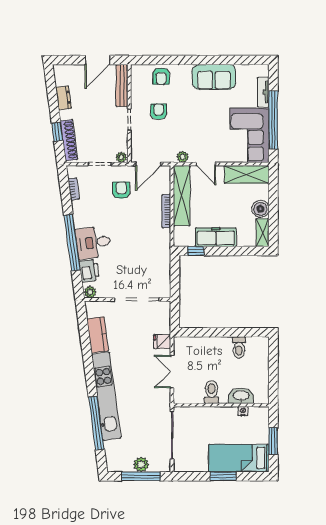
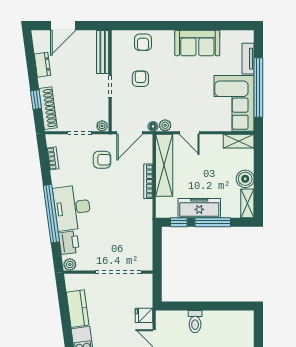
door: (98, 60) -> (63, 26), moved
floor lamp: (171, 158) -> (153, 126), added
shelving: (247, 174) -> (239, 141), width x0.67, depth x0.75
armchair: (121, 190) -> (102, 160), turned 90
desk: (93, 243) -> (72, 208), width x1.37
window: (229, 251) -> (213, 222), added
toilet: (239, 347) -> (195, 322), moved

